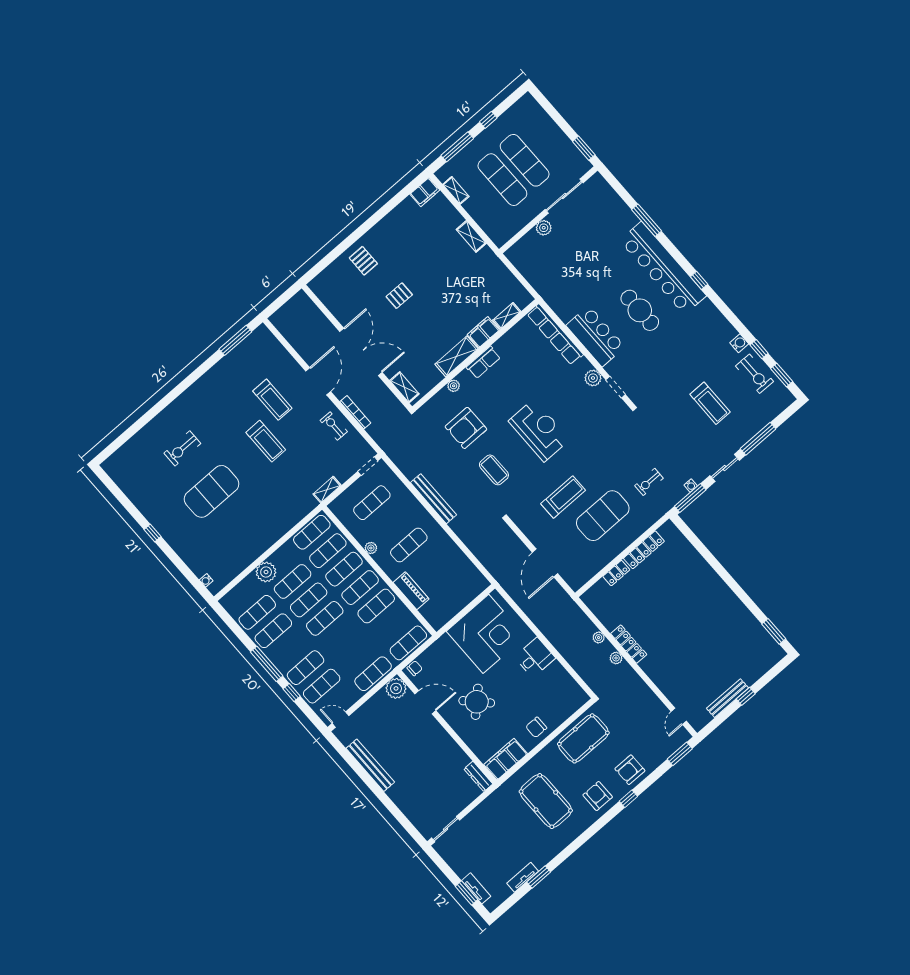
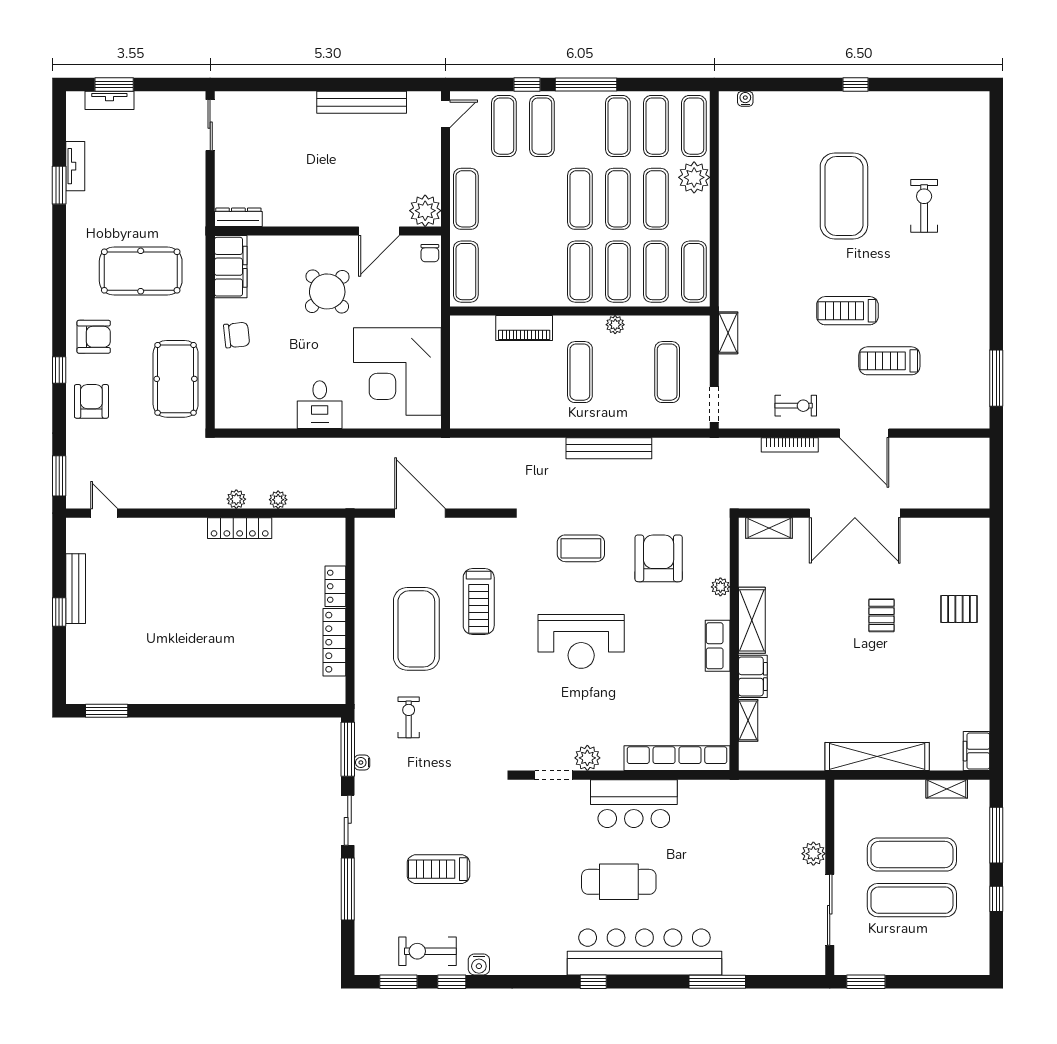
shelving: (471, 236) -> (877, 757), width x2.20, depth x1.33
exercise mat: (376, 606) -> (694, 126), moved
chair: (536, 727) -> (237, 335), turned 84

